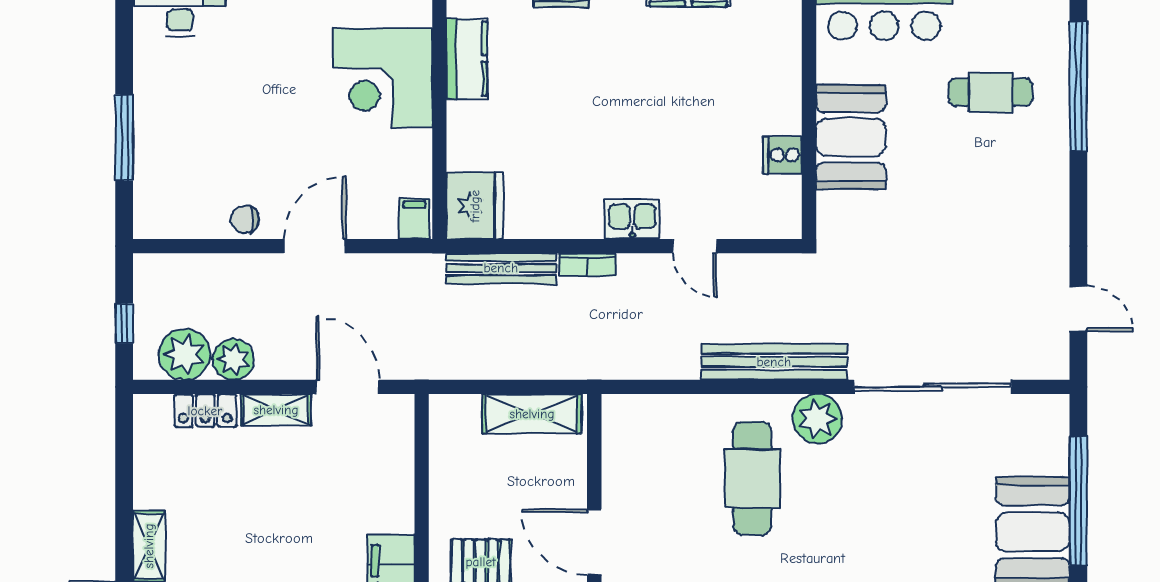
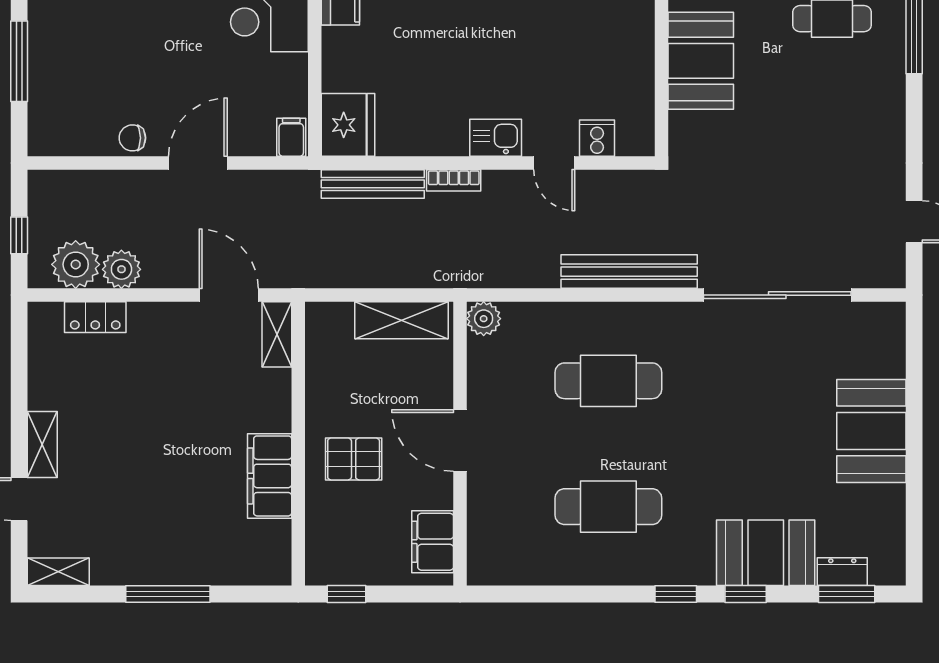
cooker: (782, 155) -> (597, 138), moved, turned 90
shelving: (276, 410) -> (277, 334), moved, turned 90
plant: (817, 419) -> (484, 319), moved, width x0.73, depth x0.73
cafe table: (752, 478) -> (608, 381), turned 90
window: (1078, 501) -> (914, 402), removed

